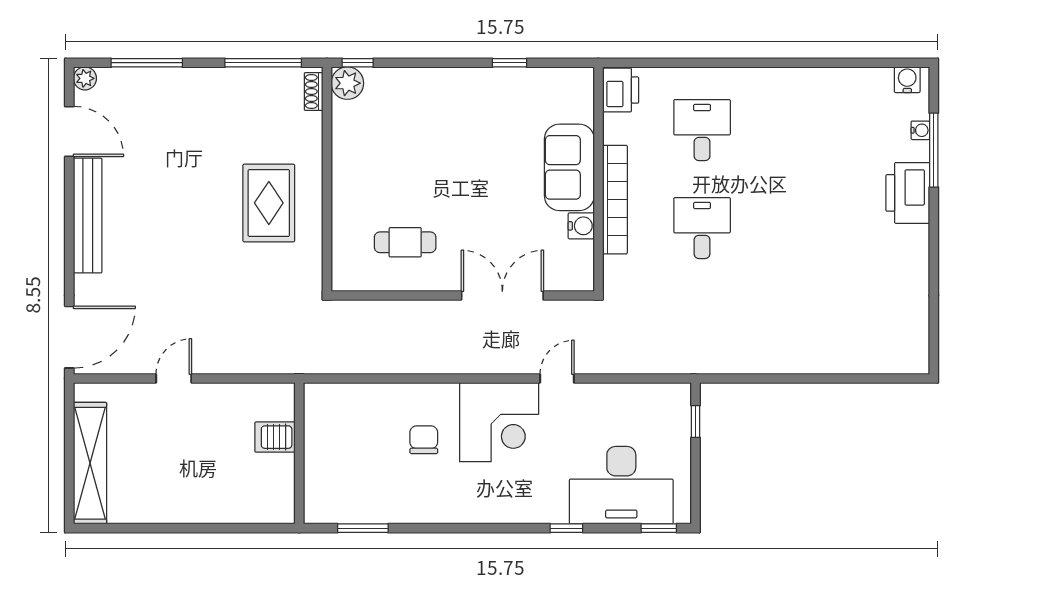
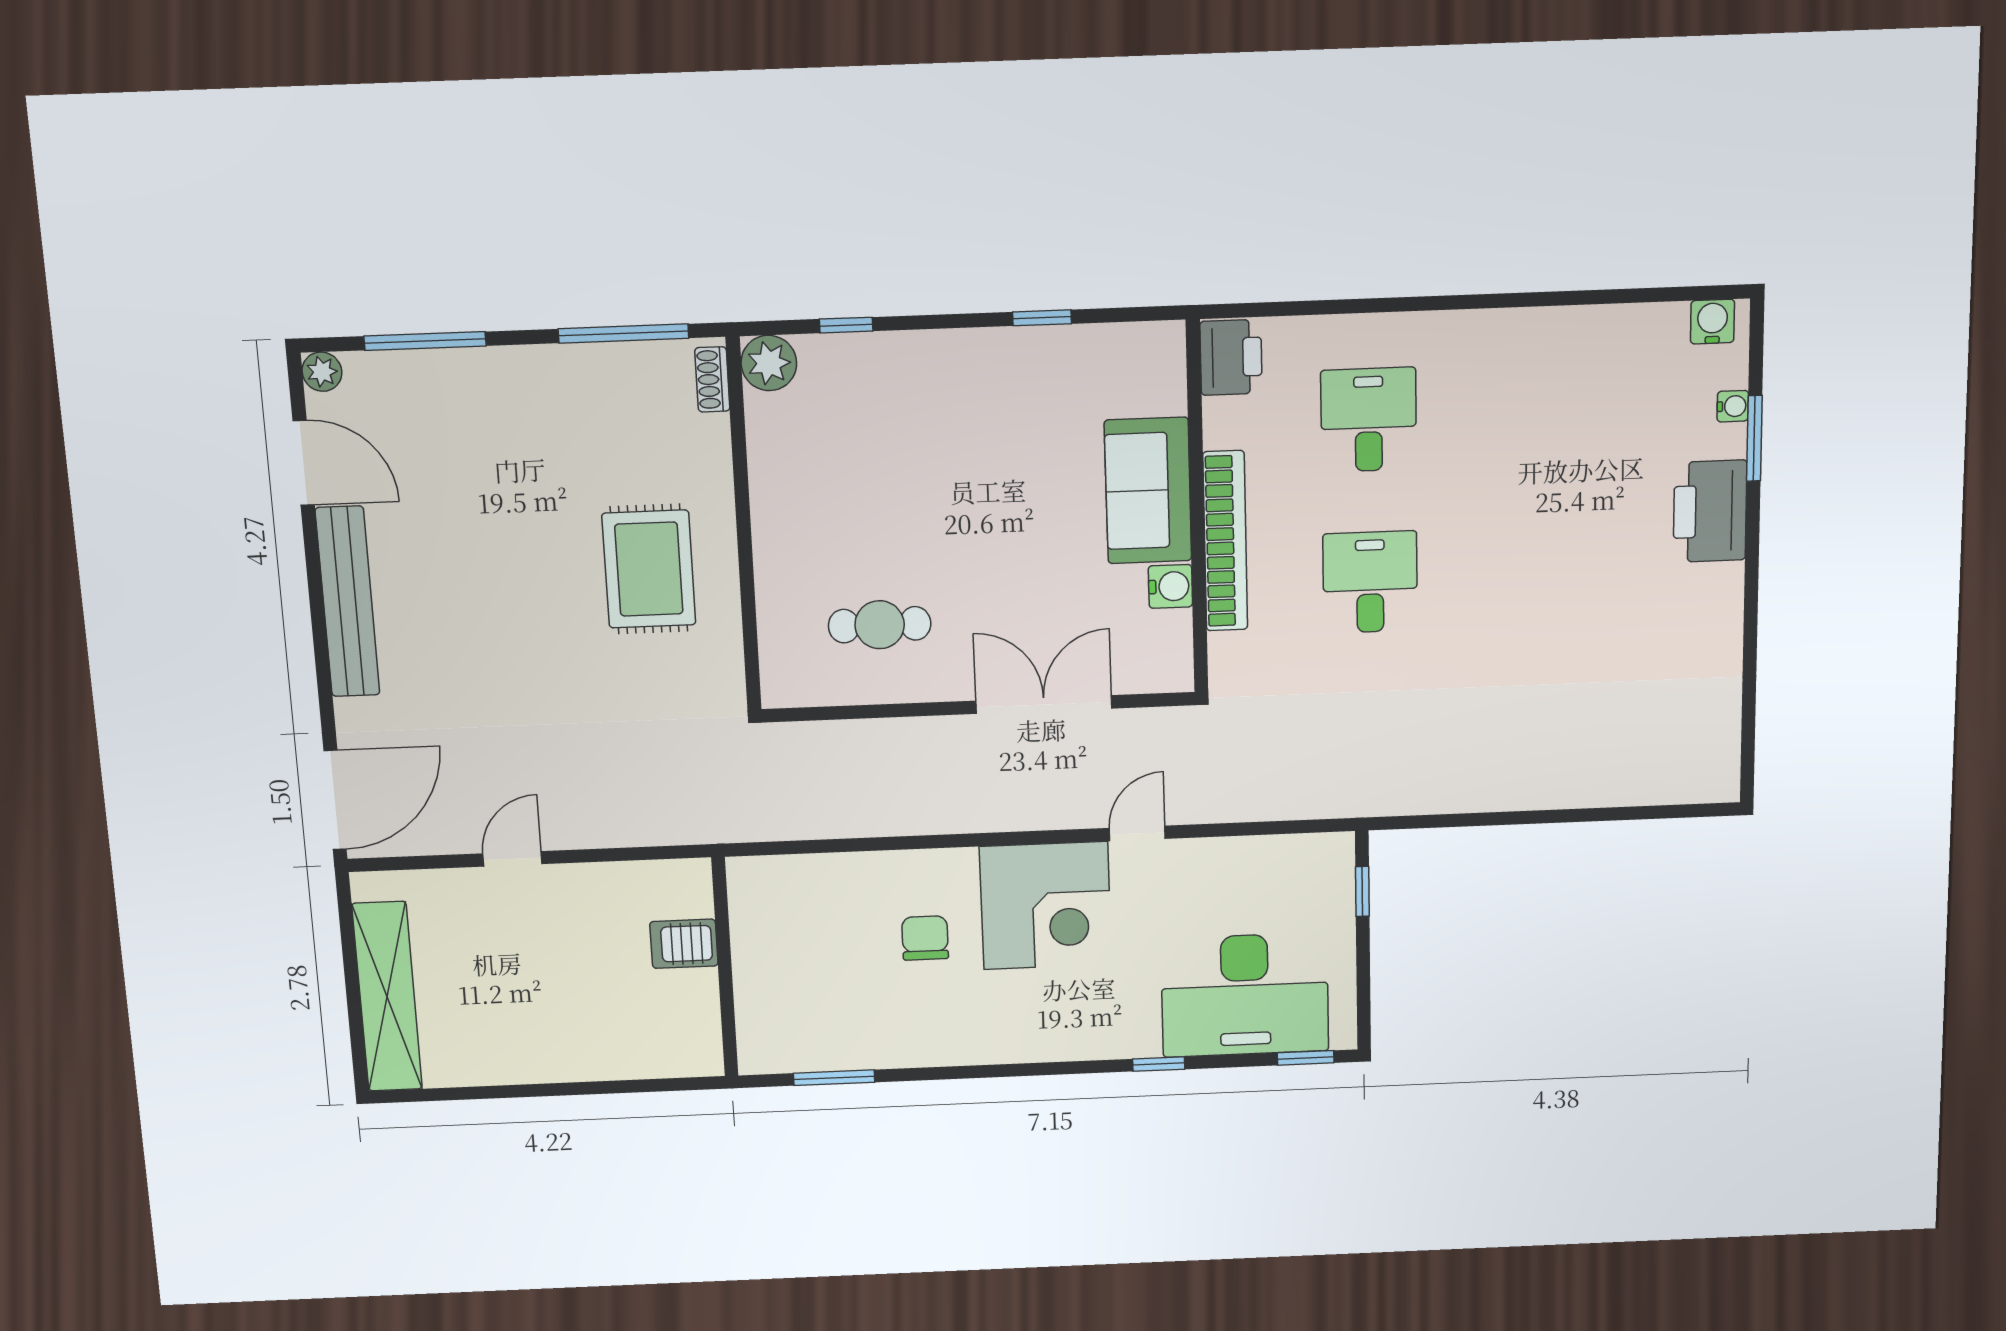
window: (358, 63) -> (846, 325), moved
window: (934, 150) -> (1754, 438), width x0.69

